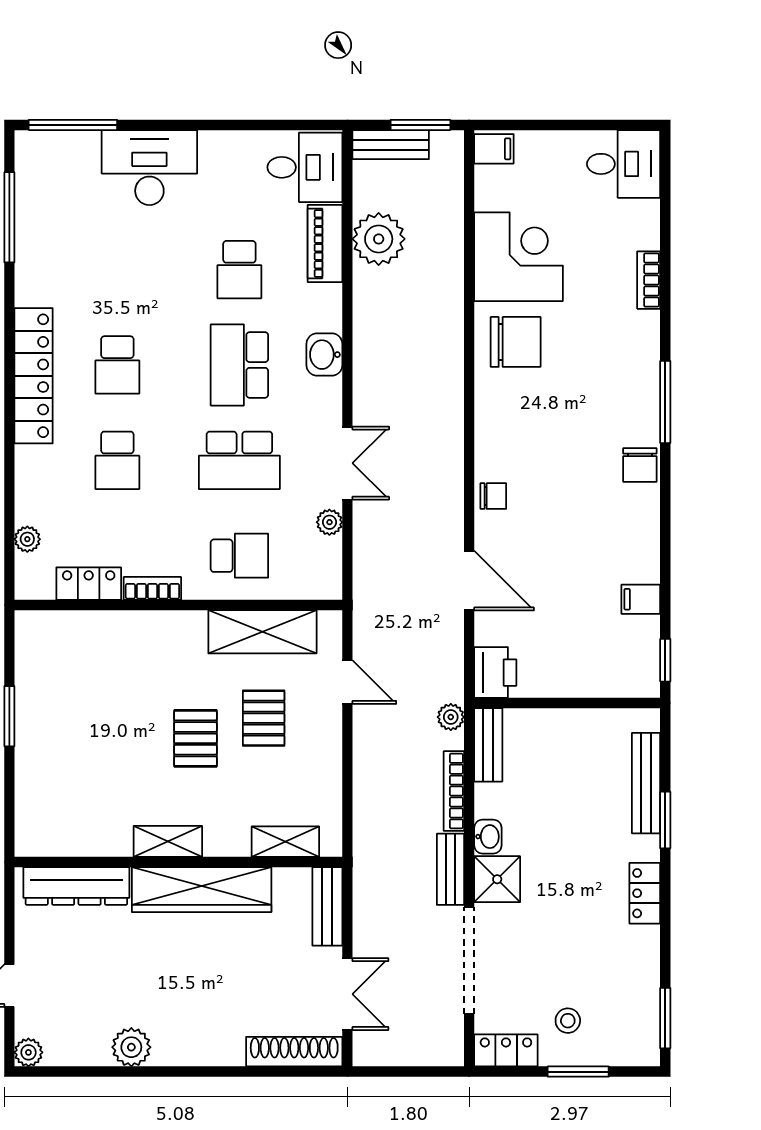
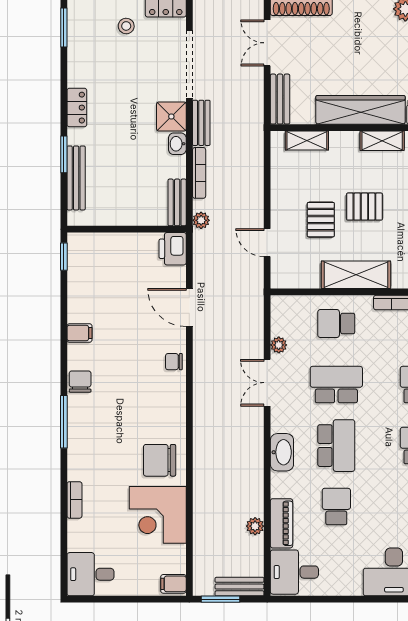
plant: (379, 239) -> (255, 526), width x0.53, depth x0.53
washbasin: (324, 355) -> (282, 452), width x1.38
filing cabinet: (641, 599) -> (80, 333), moved
shelving: (262, 632) -> (356, 275), moved
pallet: (195, 738) -> (364, 207), turned 90

